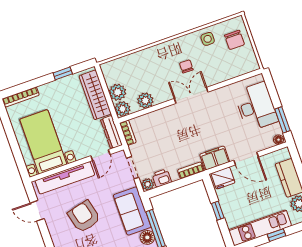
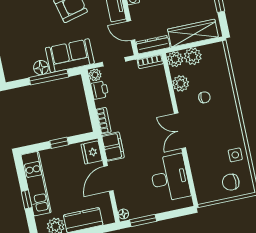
chair: (186, 66) -> (204, 97), moved
double door: (191, 95) -> (180, 131), swing flipped
desk: (256, 107) -> (170, 178), moved, turned -90

